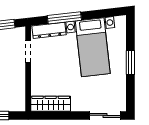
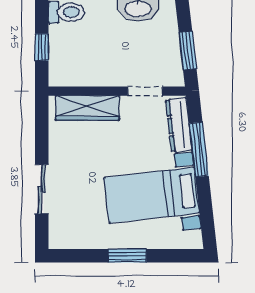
wardrobe: (51, 104) -> (87, 108), moved, turned 90
sliding door: (105, 115) -> (42, 189), moved

